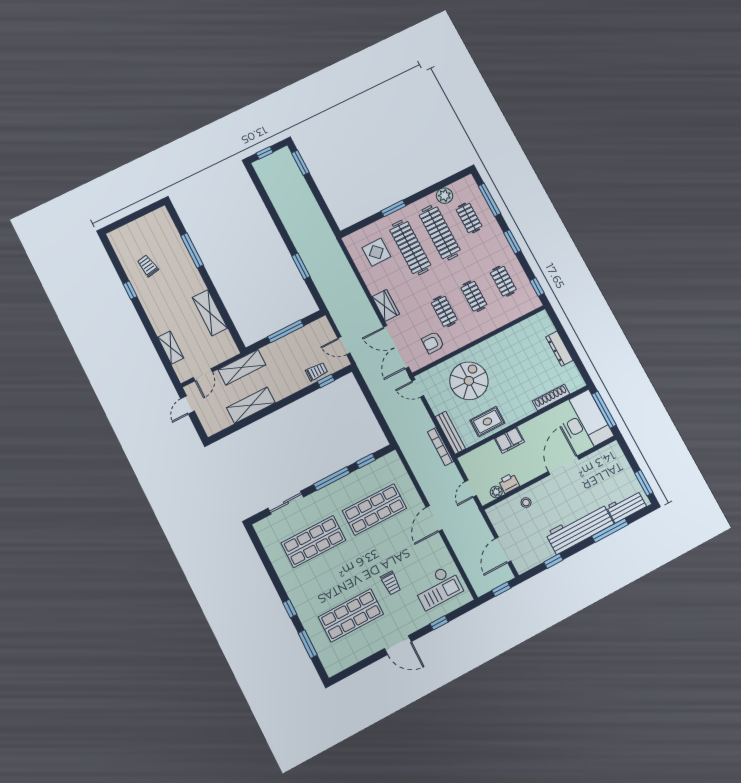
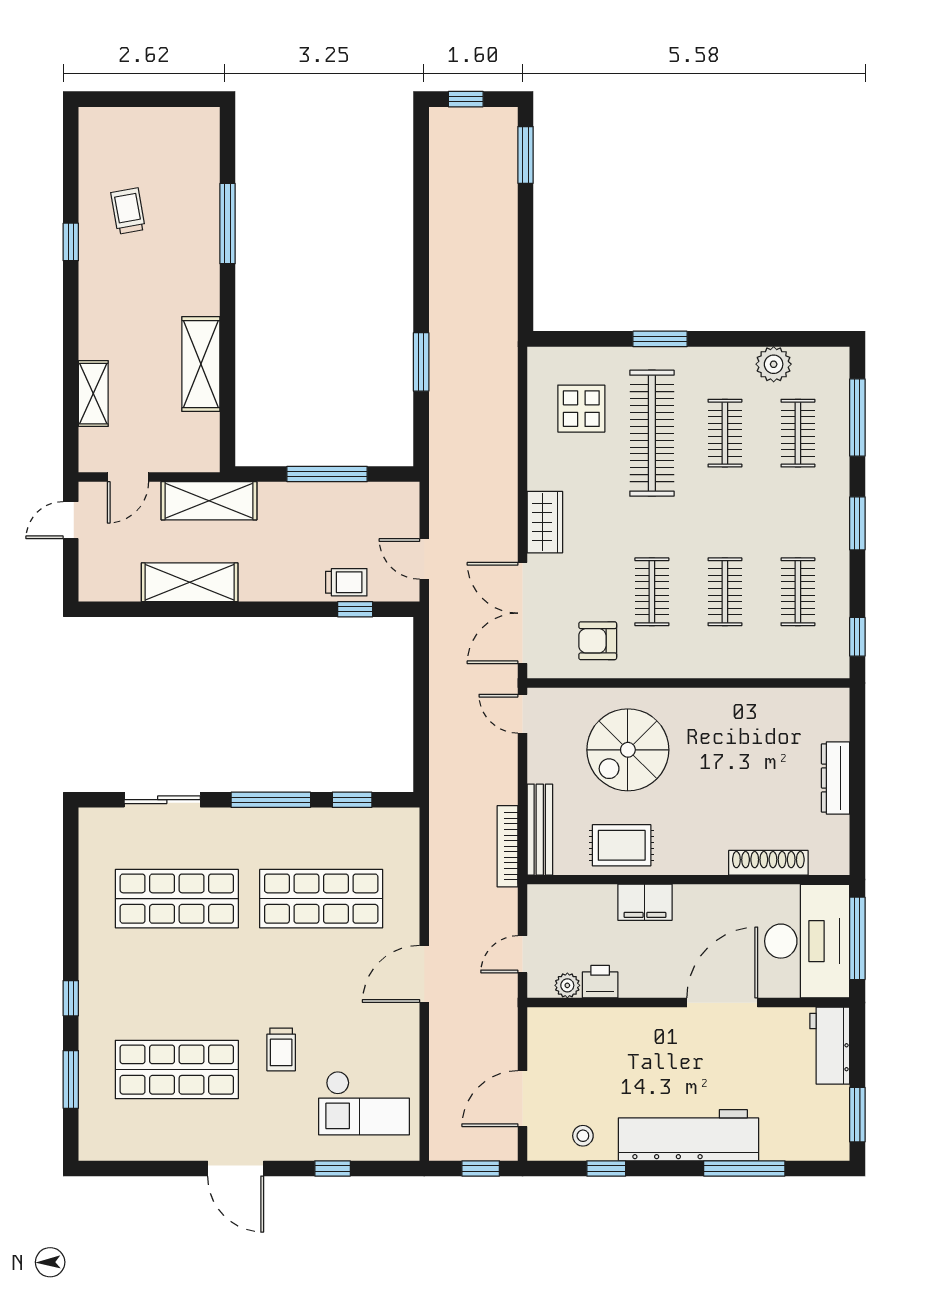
clothes rail: (440, 233) -> (725, 433), width x0.54, depth x0.76
spiral stairs: (469, 381) -> (628, 750), turned 180
stool: (526, 503) -> (583, 1136), moved
workbench: (626, 506) -> (830, 1046), moved, turned -90

